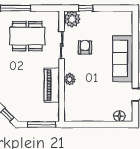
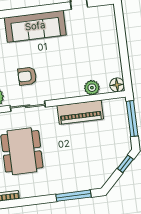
plant: (70, 79) -> (92, 88), moved
floor lamp: (119, 116) -> (117, 85), moved

